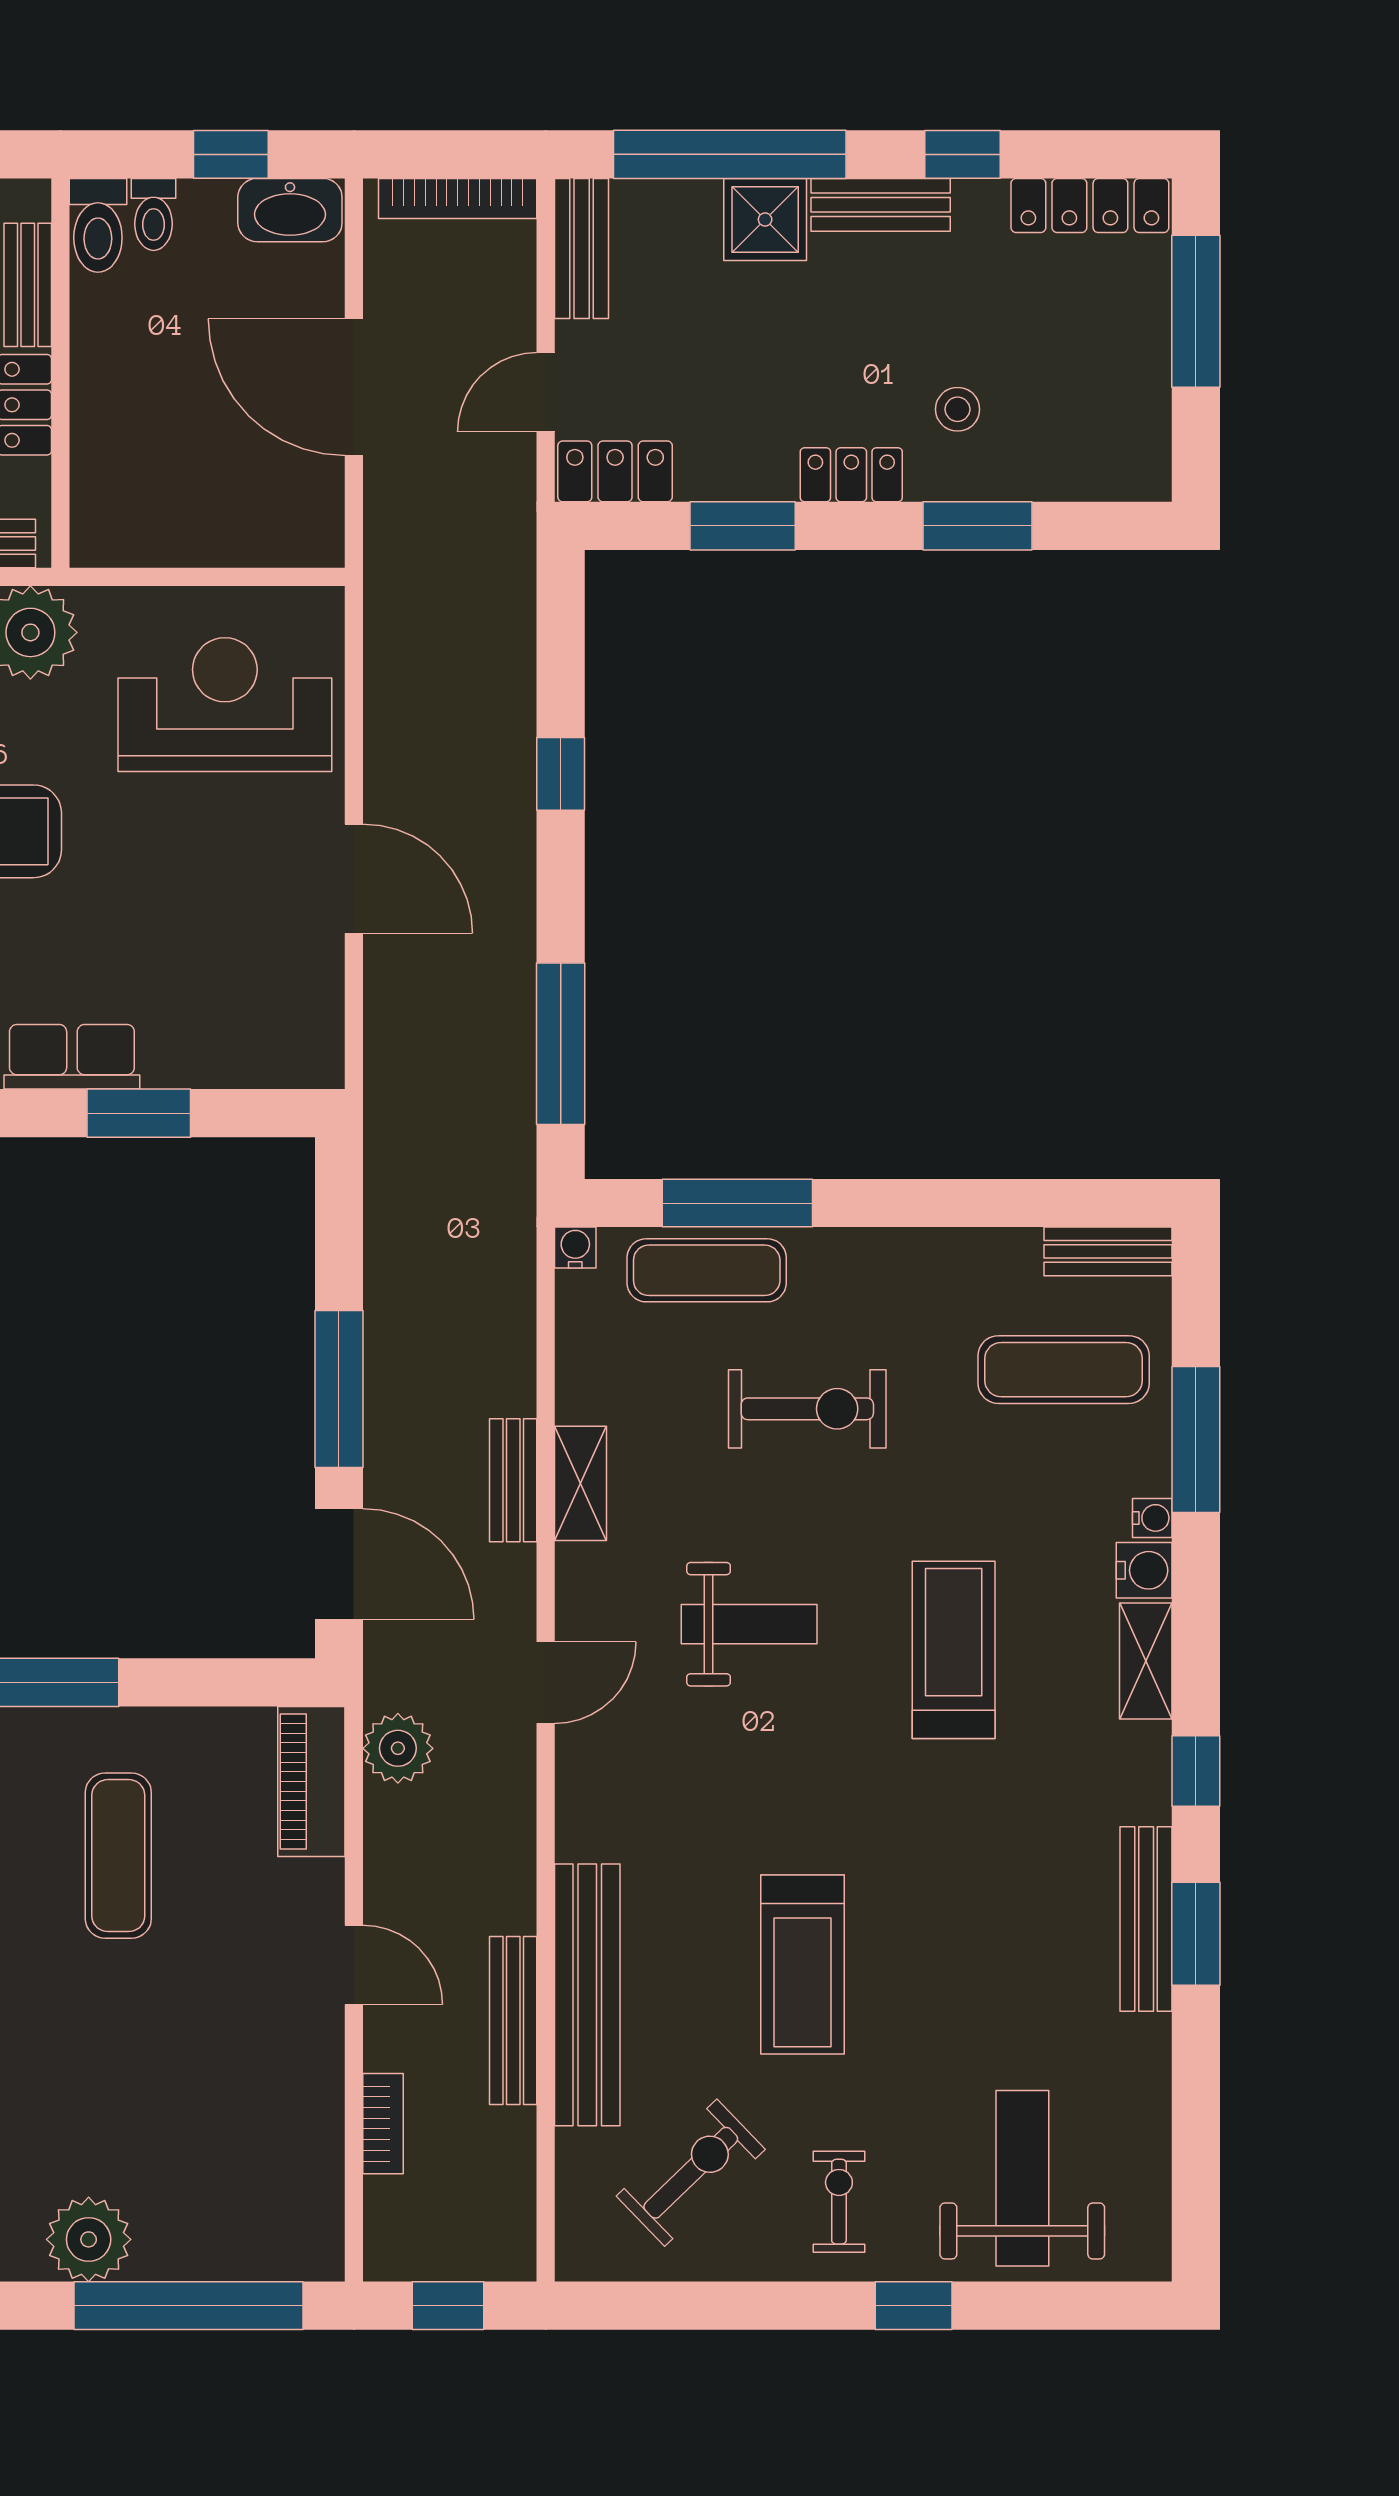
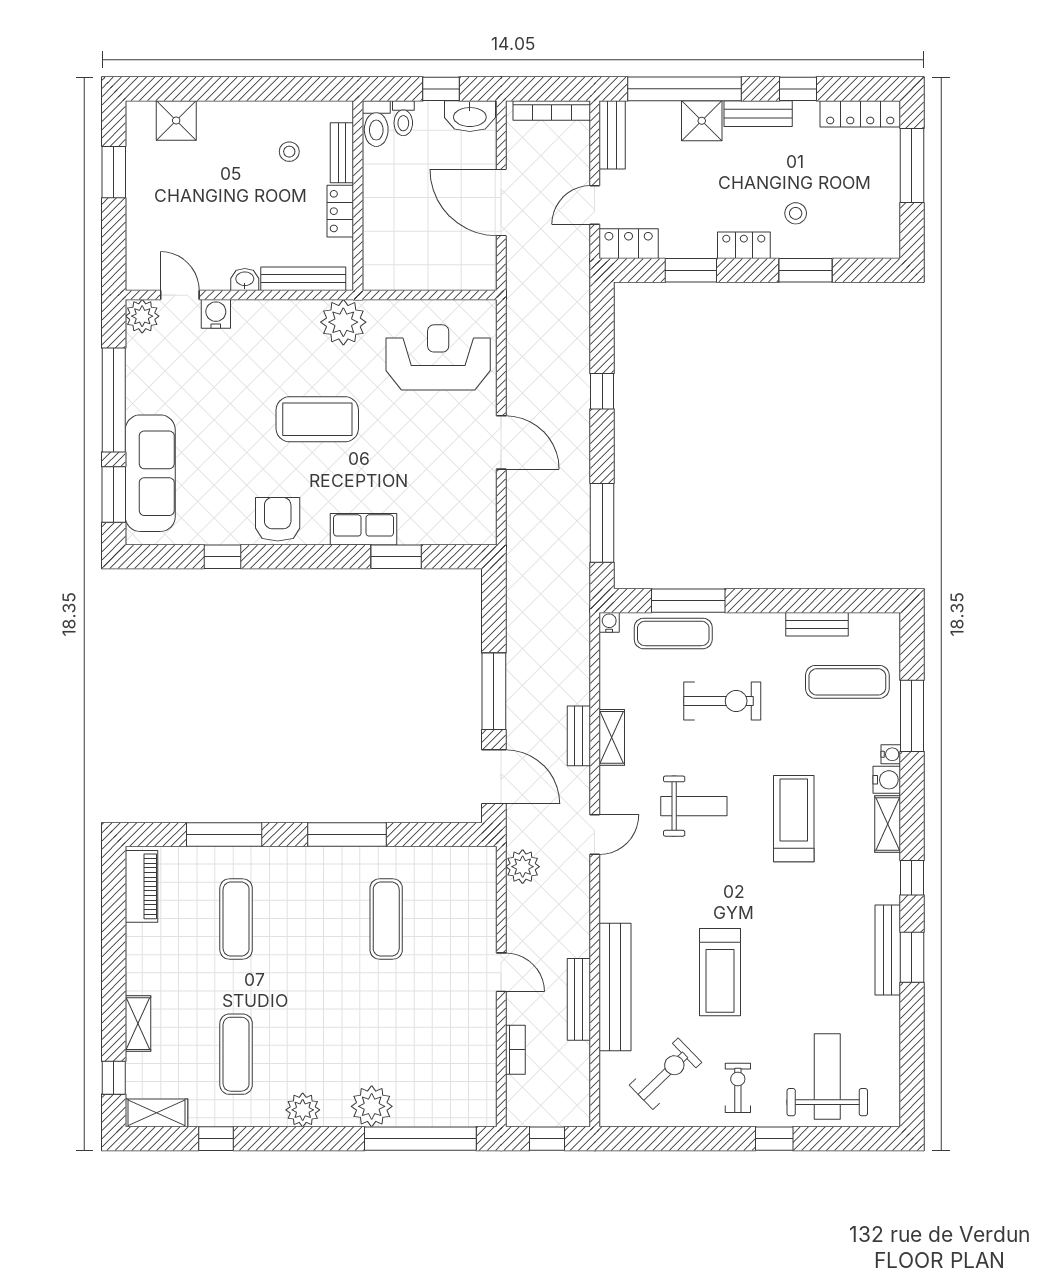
bench: (1108, 1251) -> (817, 624), moved
piano: (311, 1782) -> (480, 883), removed

